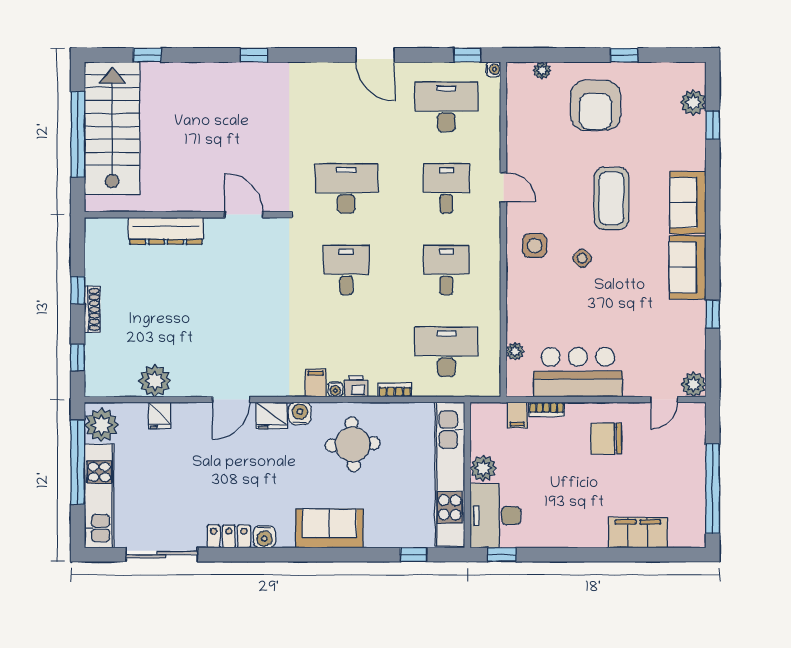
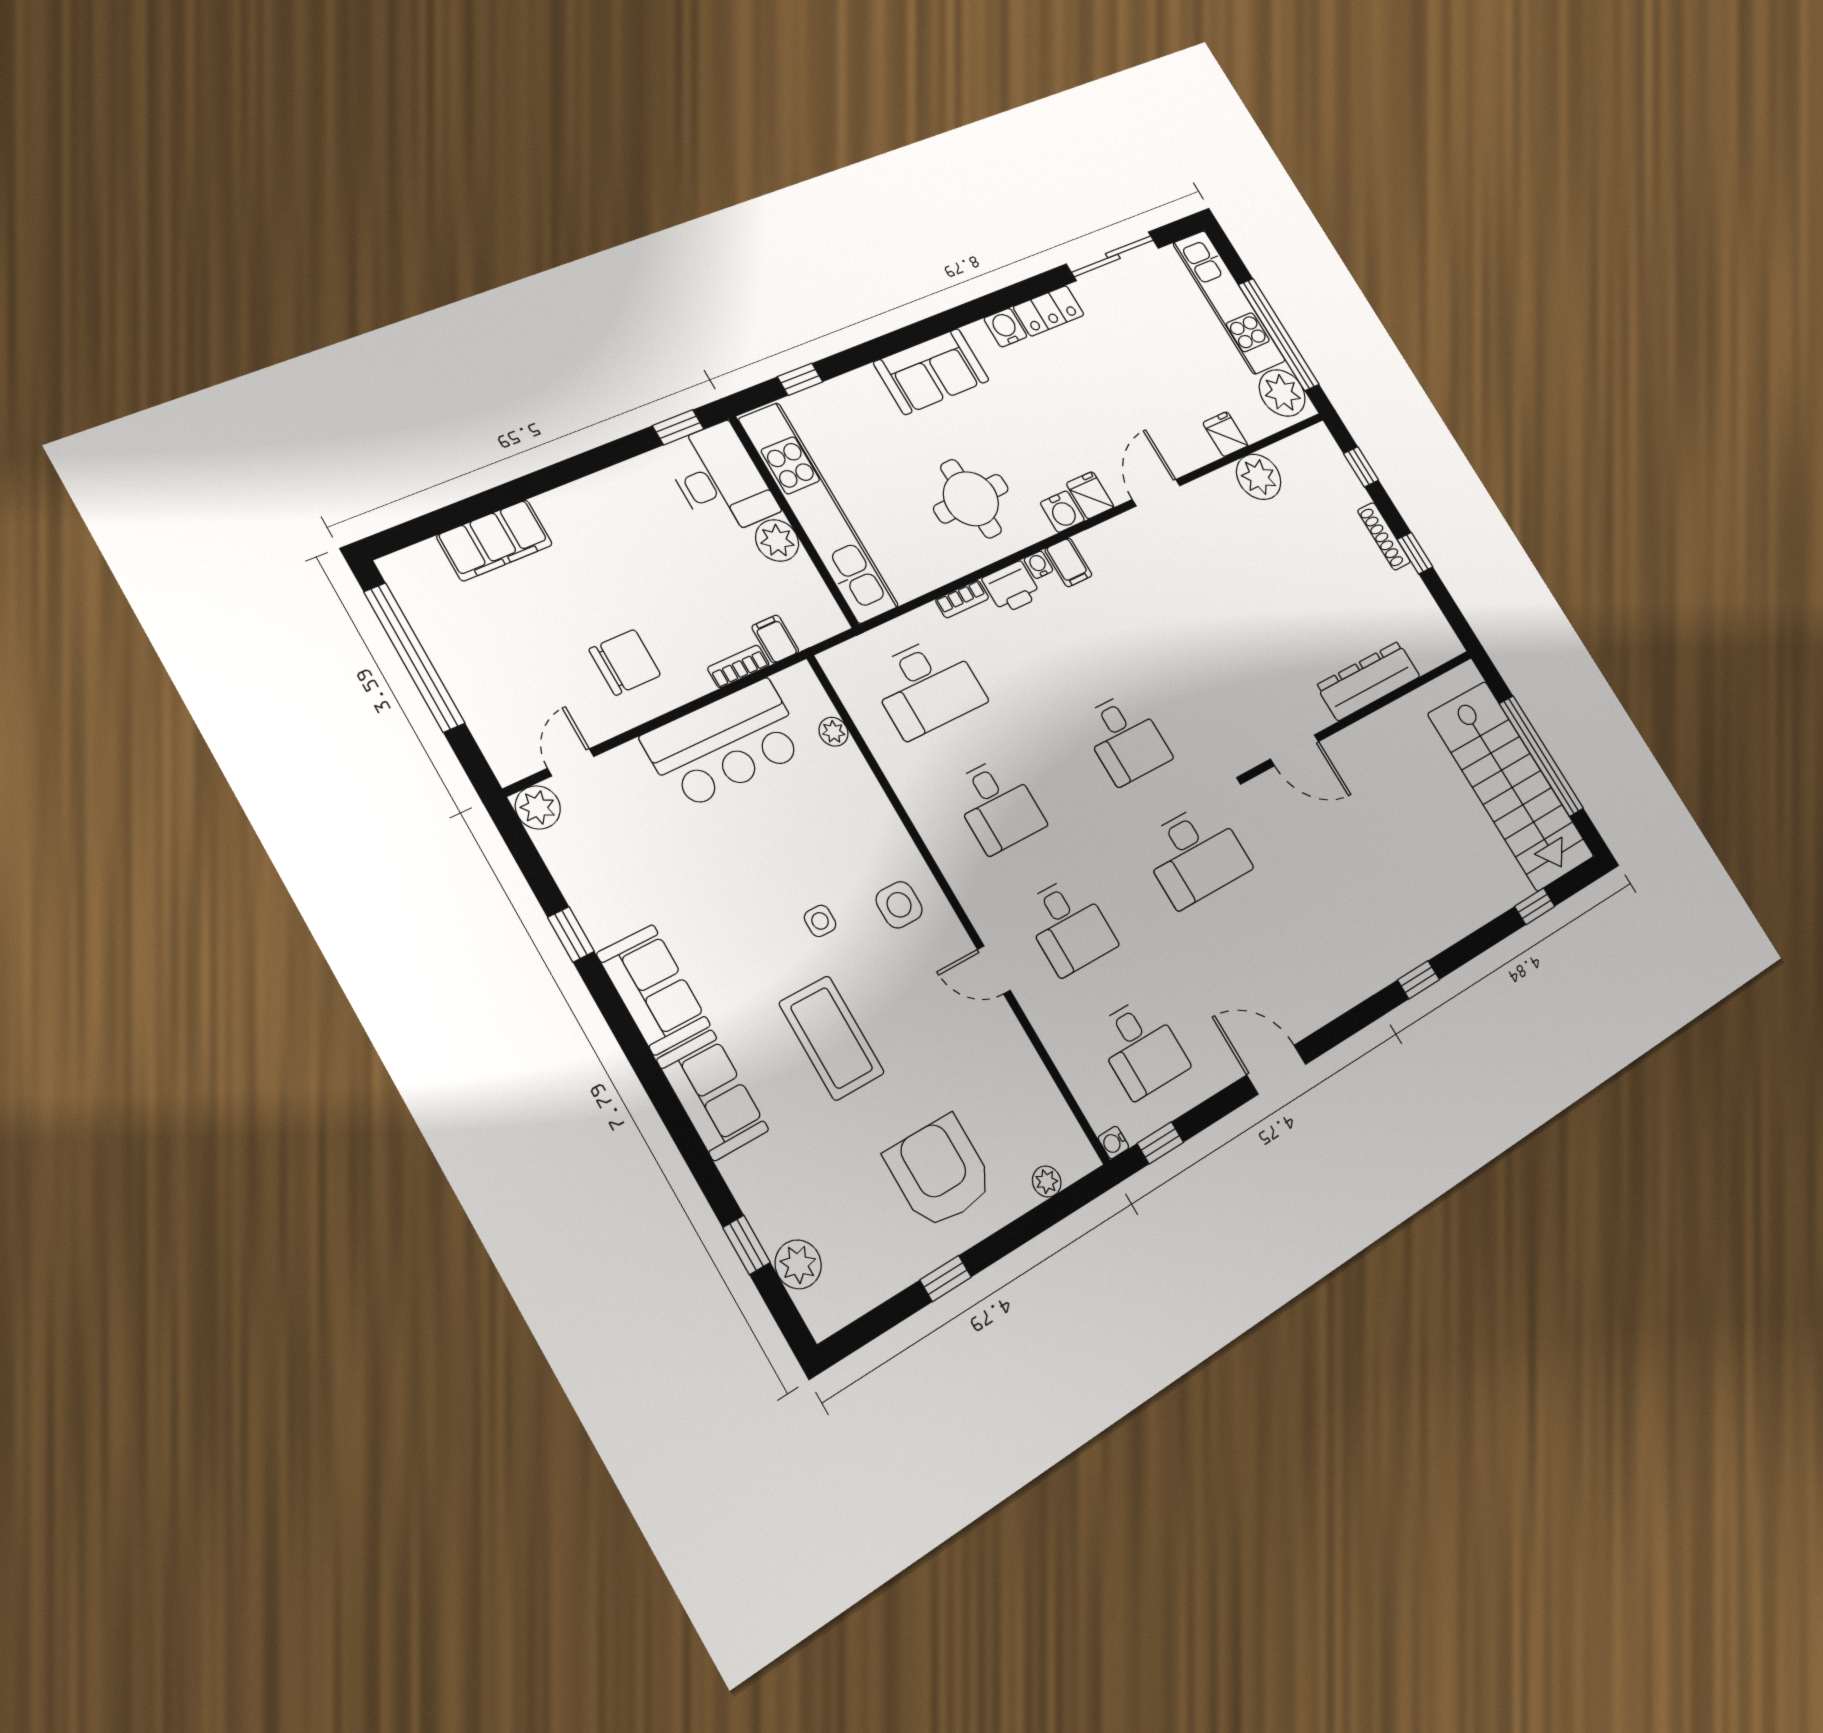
desk: (446, 107) -> (1141, 1047), width x0.73
side table: (582, 258) -> (820, 921), turned 45
printer: (356, 386) -> (1012, 587), width x1.36, depth x1.24
fridge: (271, 416) -> (1090, 495), width x0.72

